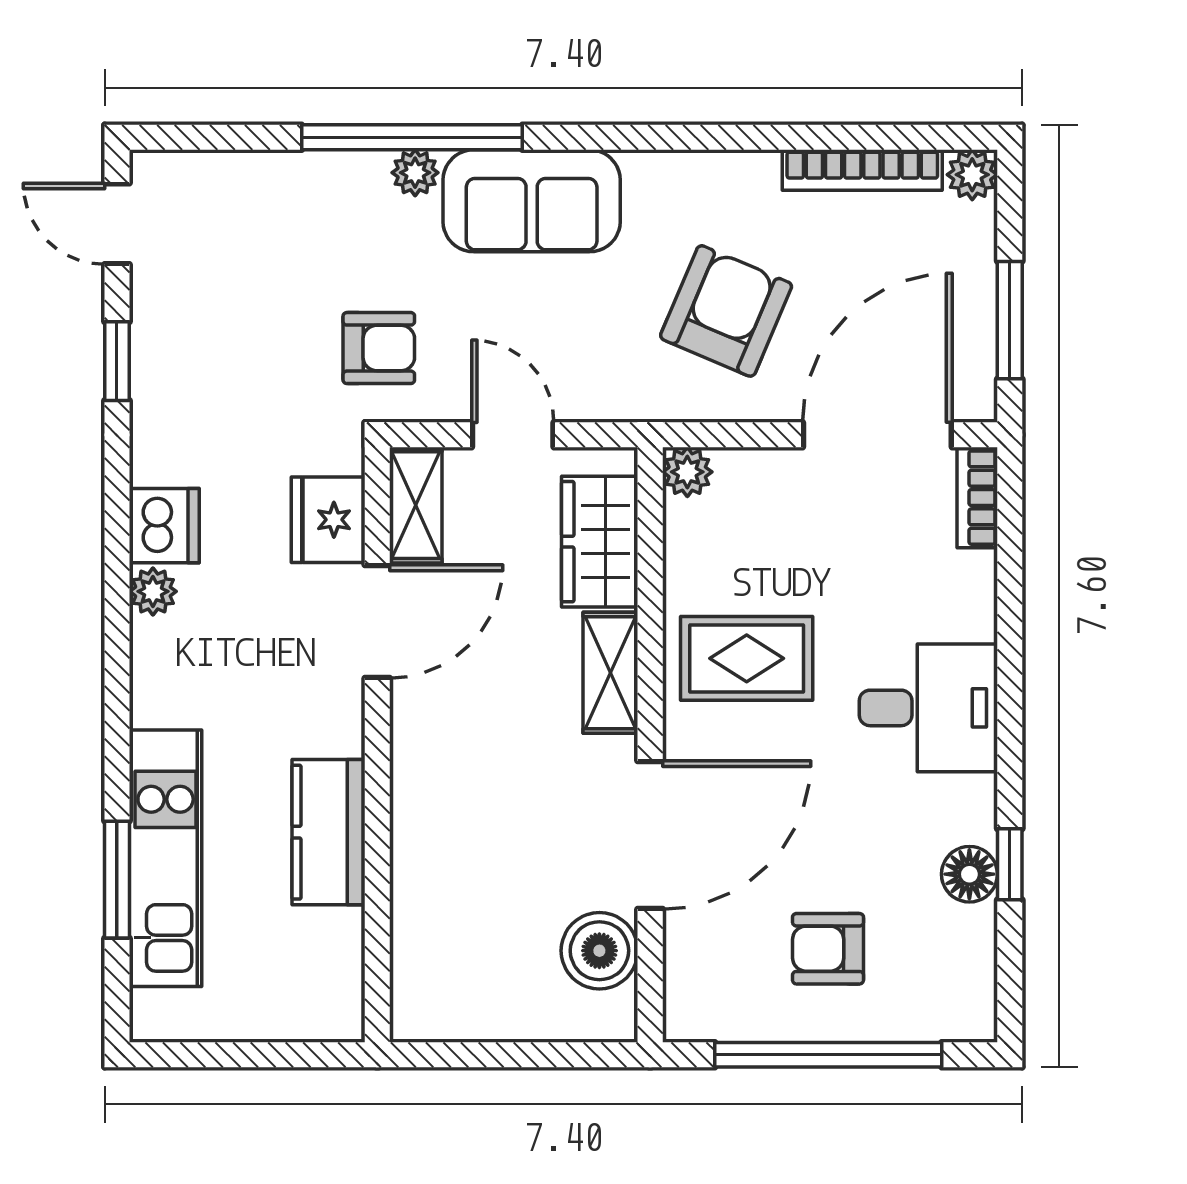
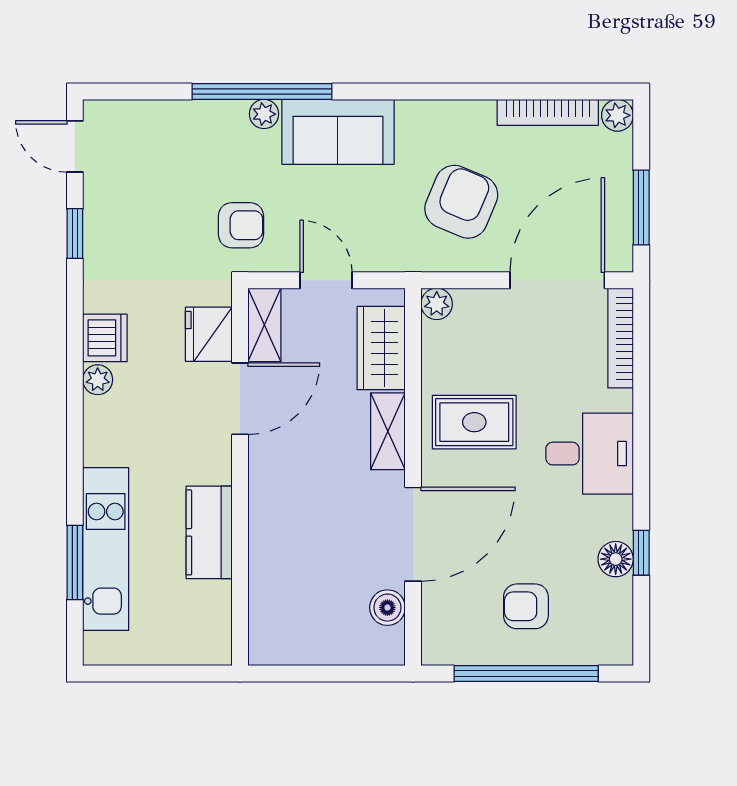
bookcase: (977, 498) -> (621, 338), width x1.56
boiler: (599, 951) -> (387, 608), width x0.73, depth x0.73

